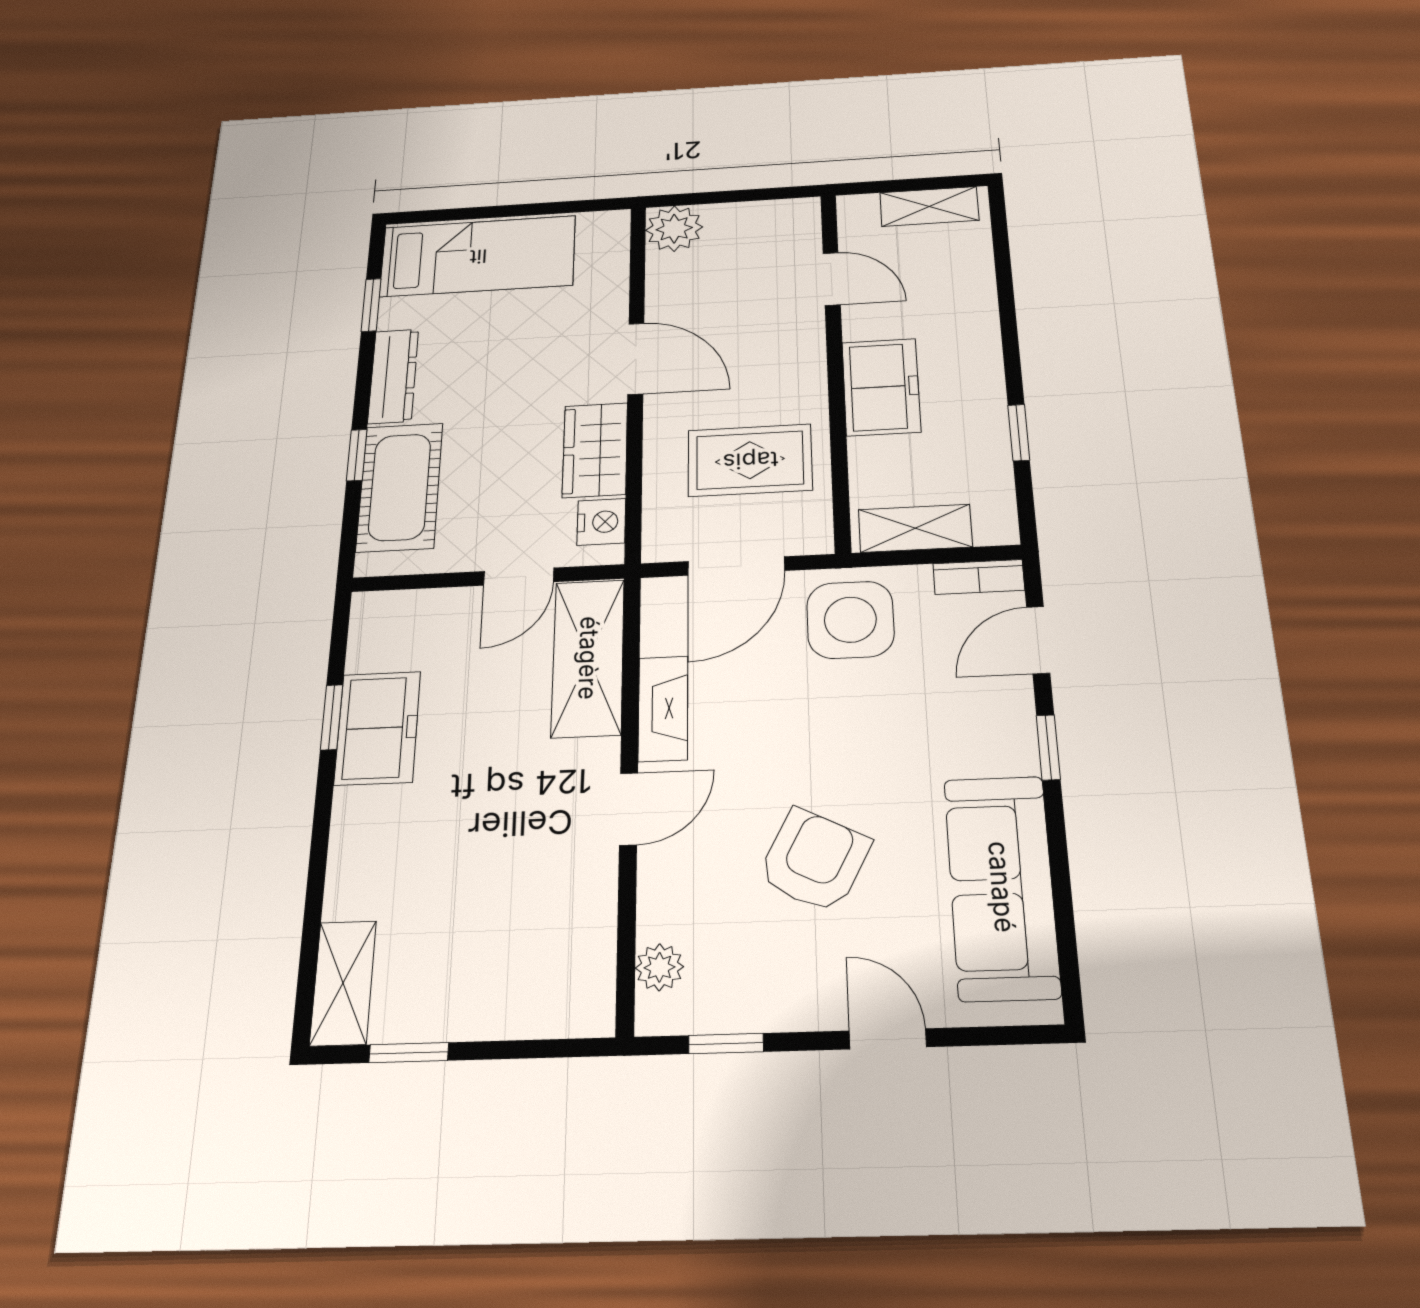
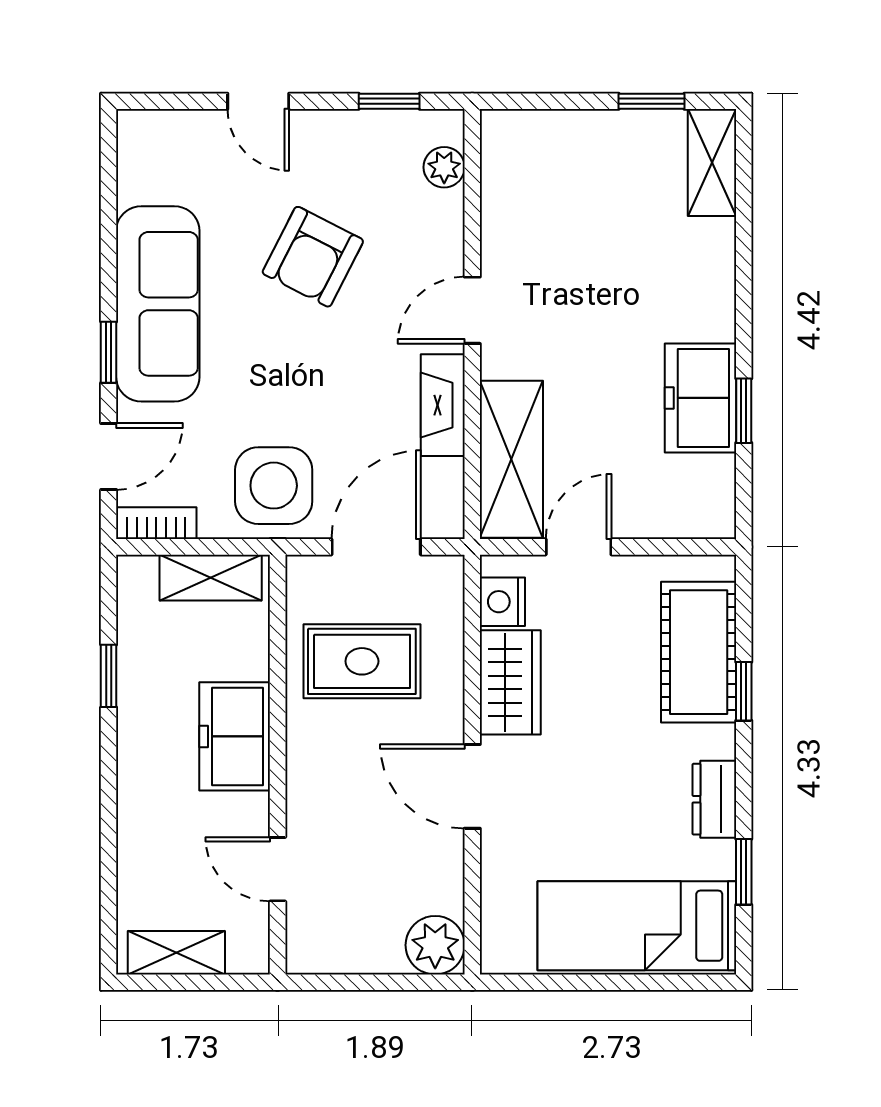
dresser: (393, 376) -> (714, 799), width x0.70
sofa: (1001, 887) -> (158, 304), moved

